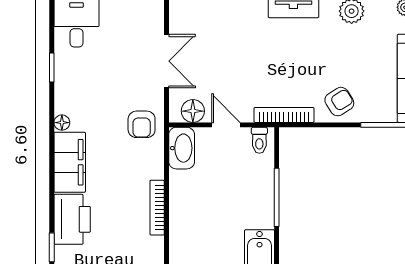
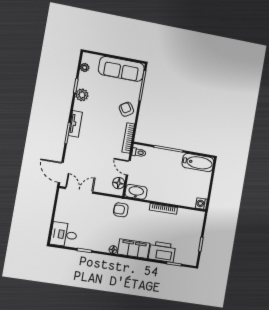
double door: (166, 61) -> (79, 190), moved
armchair: (142, 124) -> (121, 210), turned 180
door: (226, 125) -> (128, 168), hinge flipped

